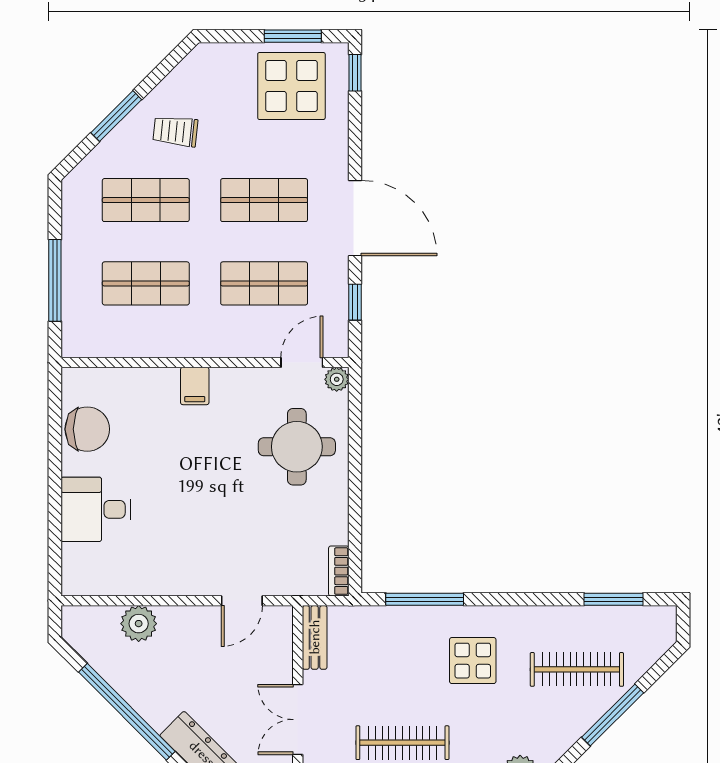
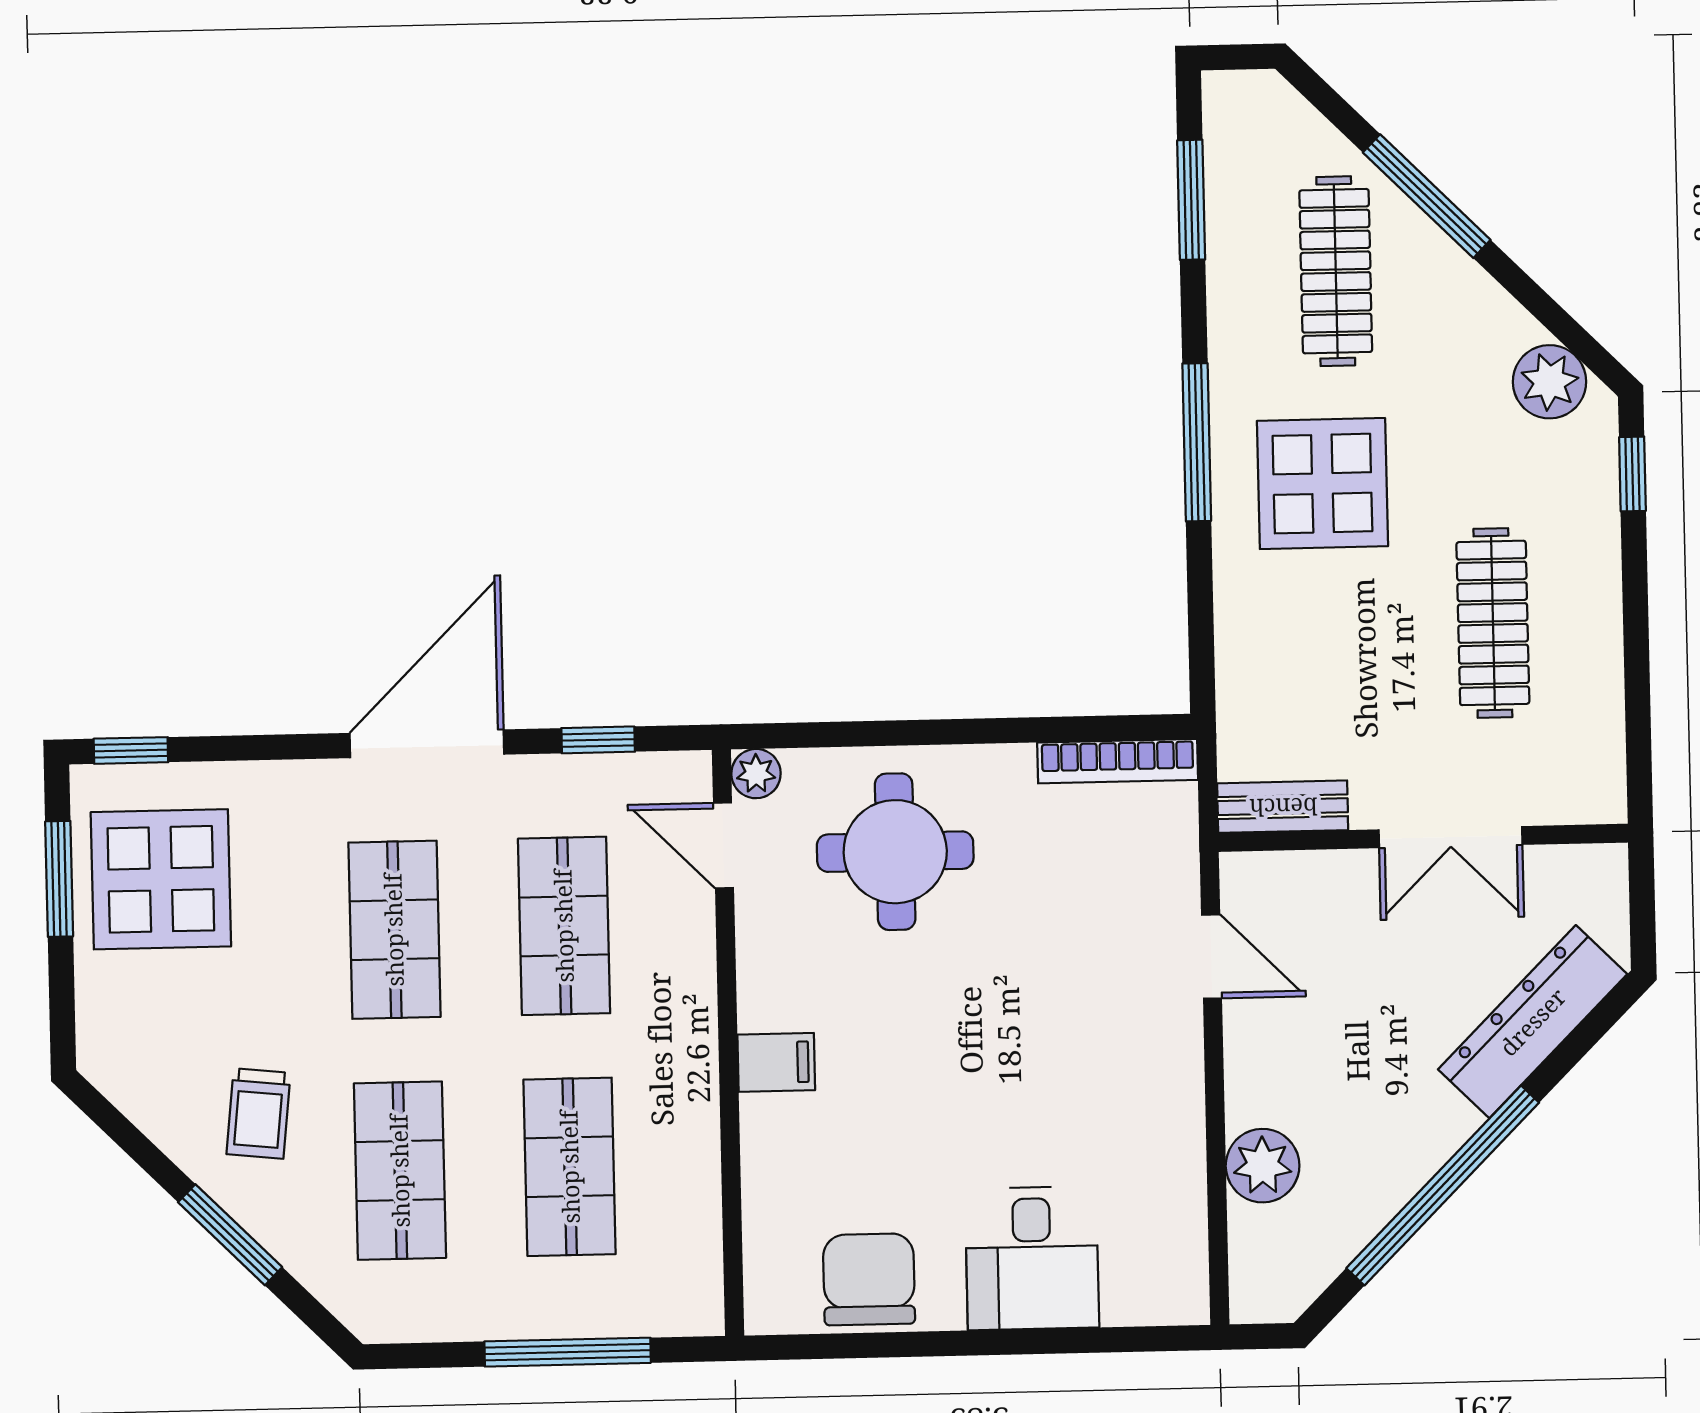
bookcase: (339, 571) -> (1118, 761), width x1.56
window: (425, 599) -> (1197, 442), moved
display table: (473, 661) -> (1322, 484), width x1.36, depth x1.36

